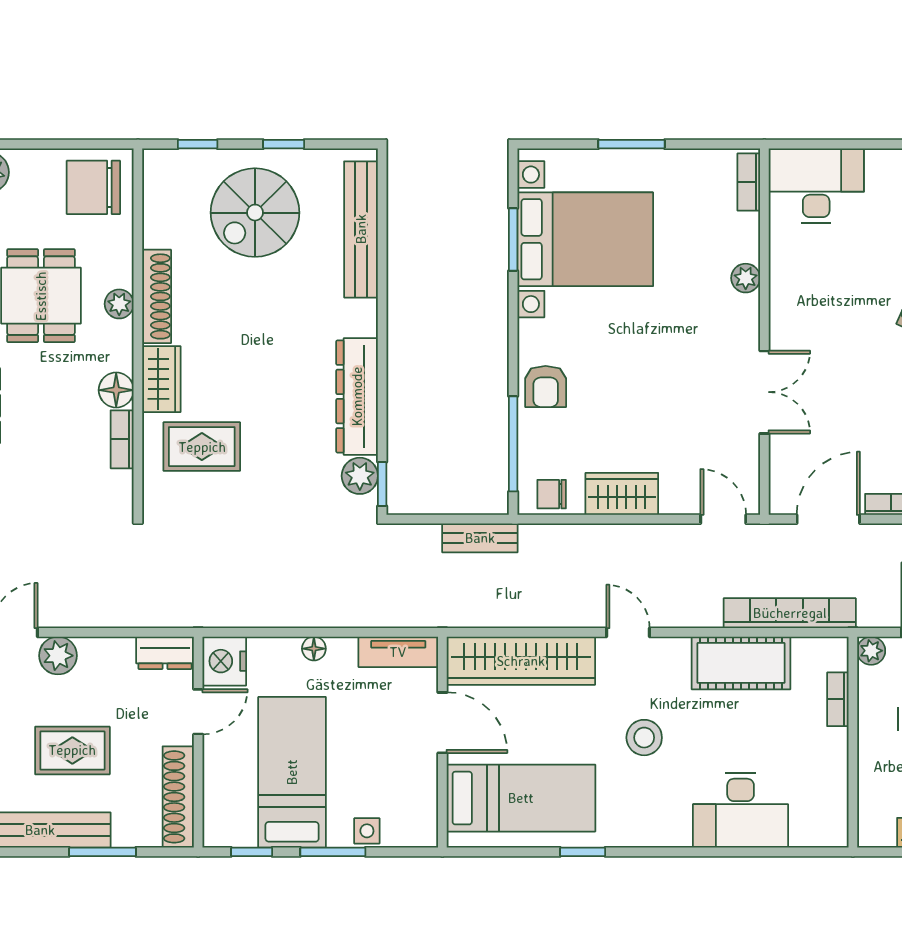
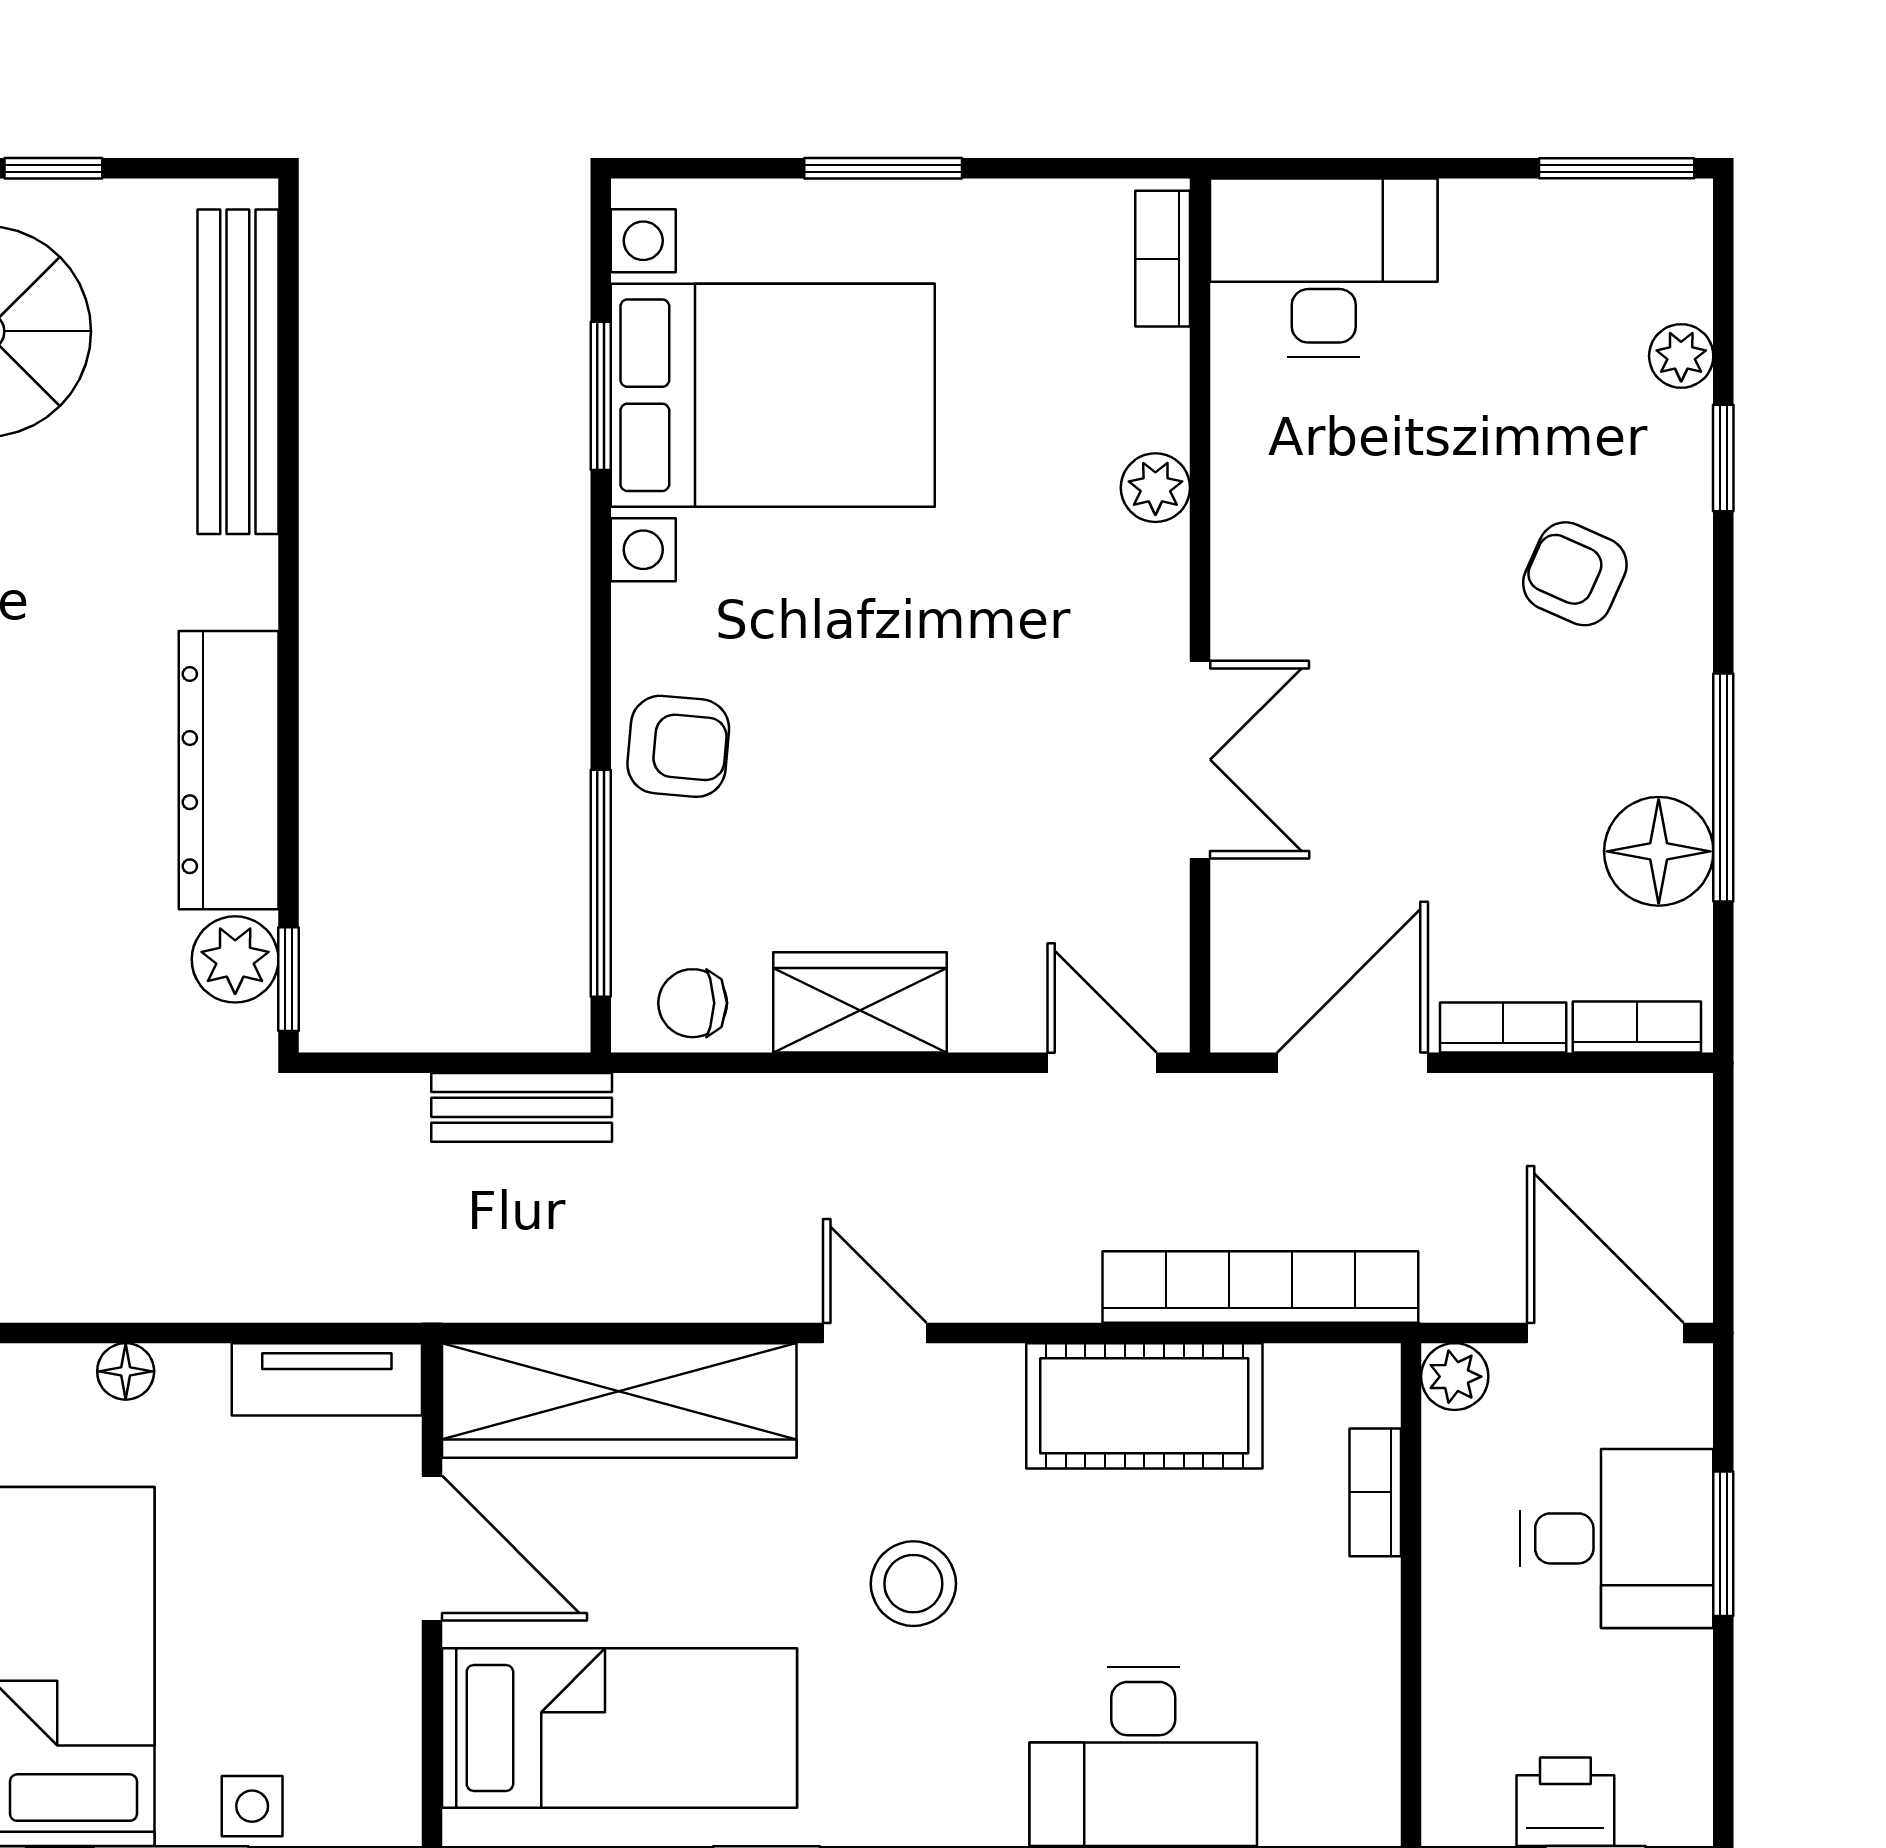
armchair: (546, 386) -> (678, 746), turned -85

